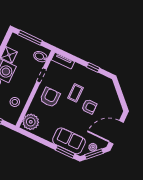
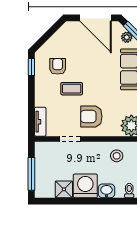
bidet: (40, 57) -> (48, 151), removed
window: (93, 67) -> (31, 67), moved
armchair: (89, 107) -> (58, 66), moved

